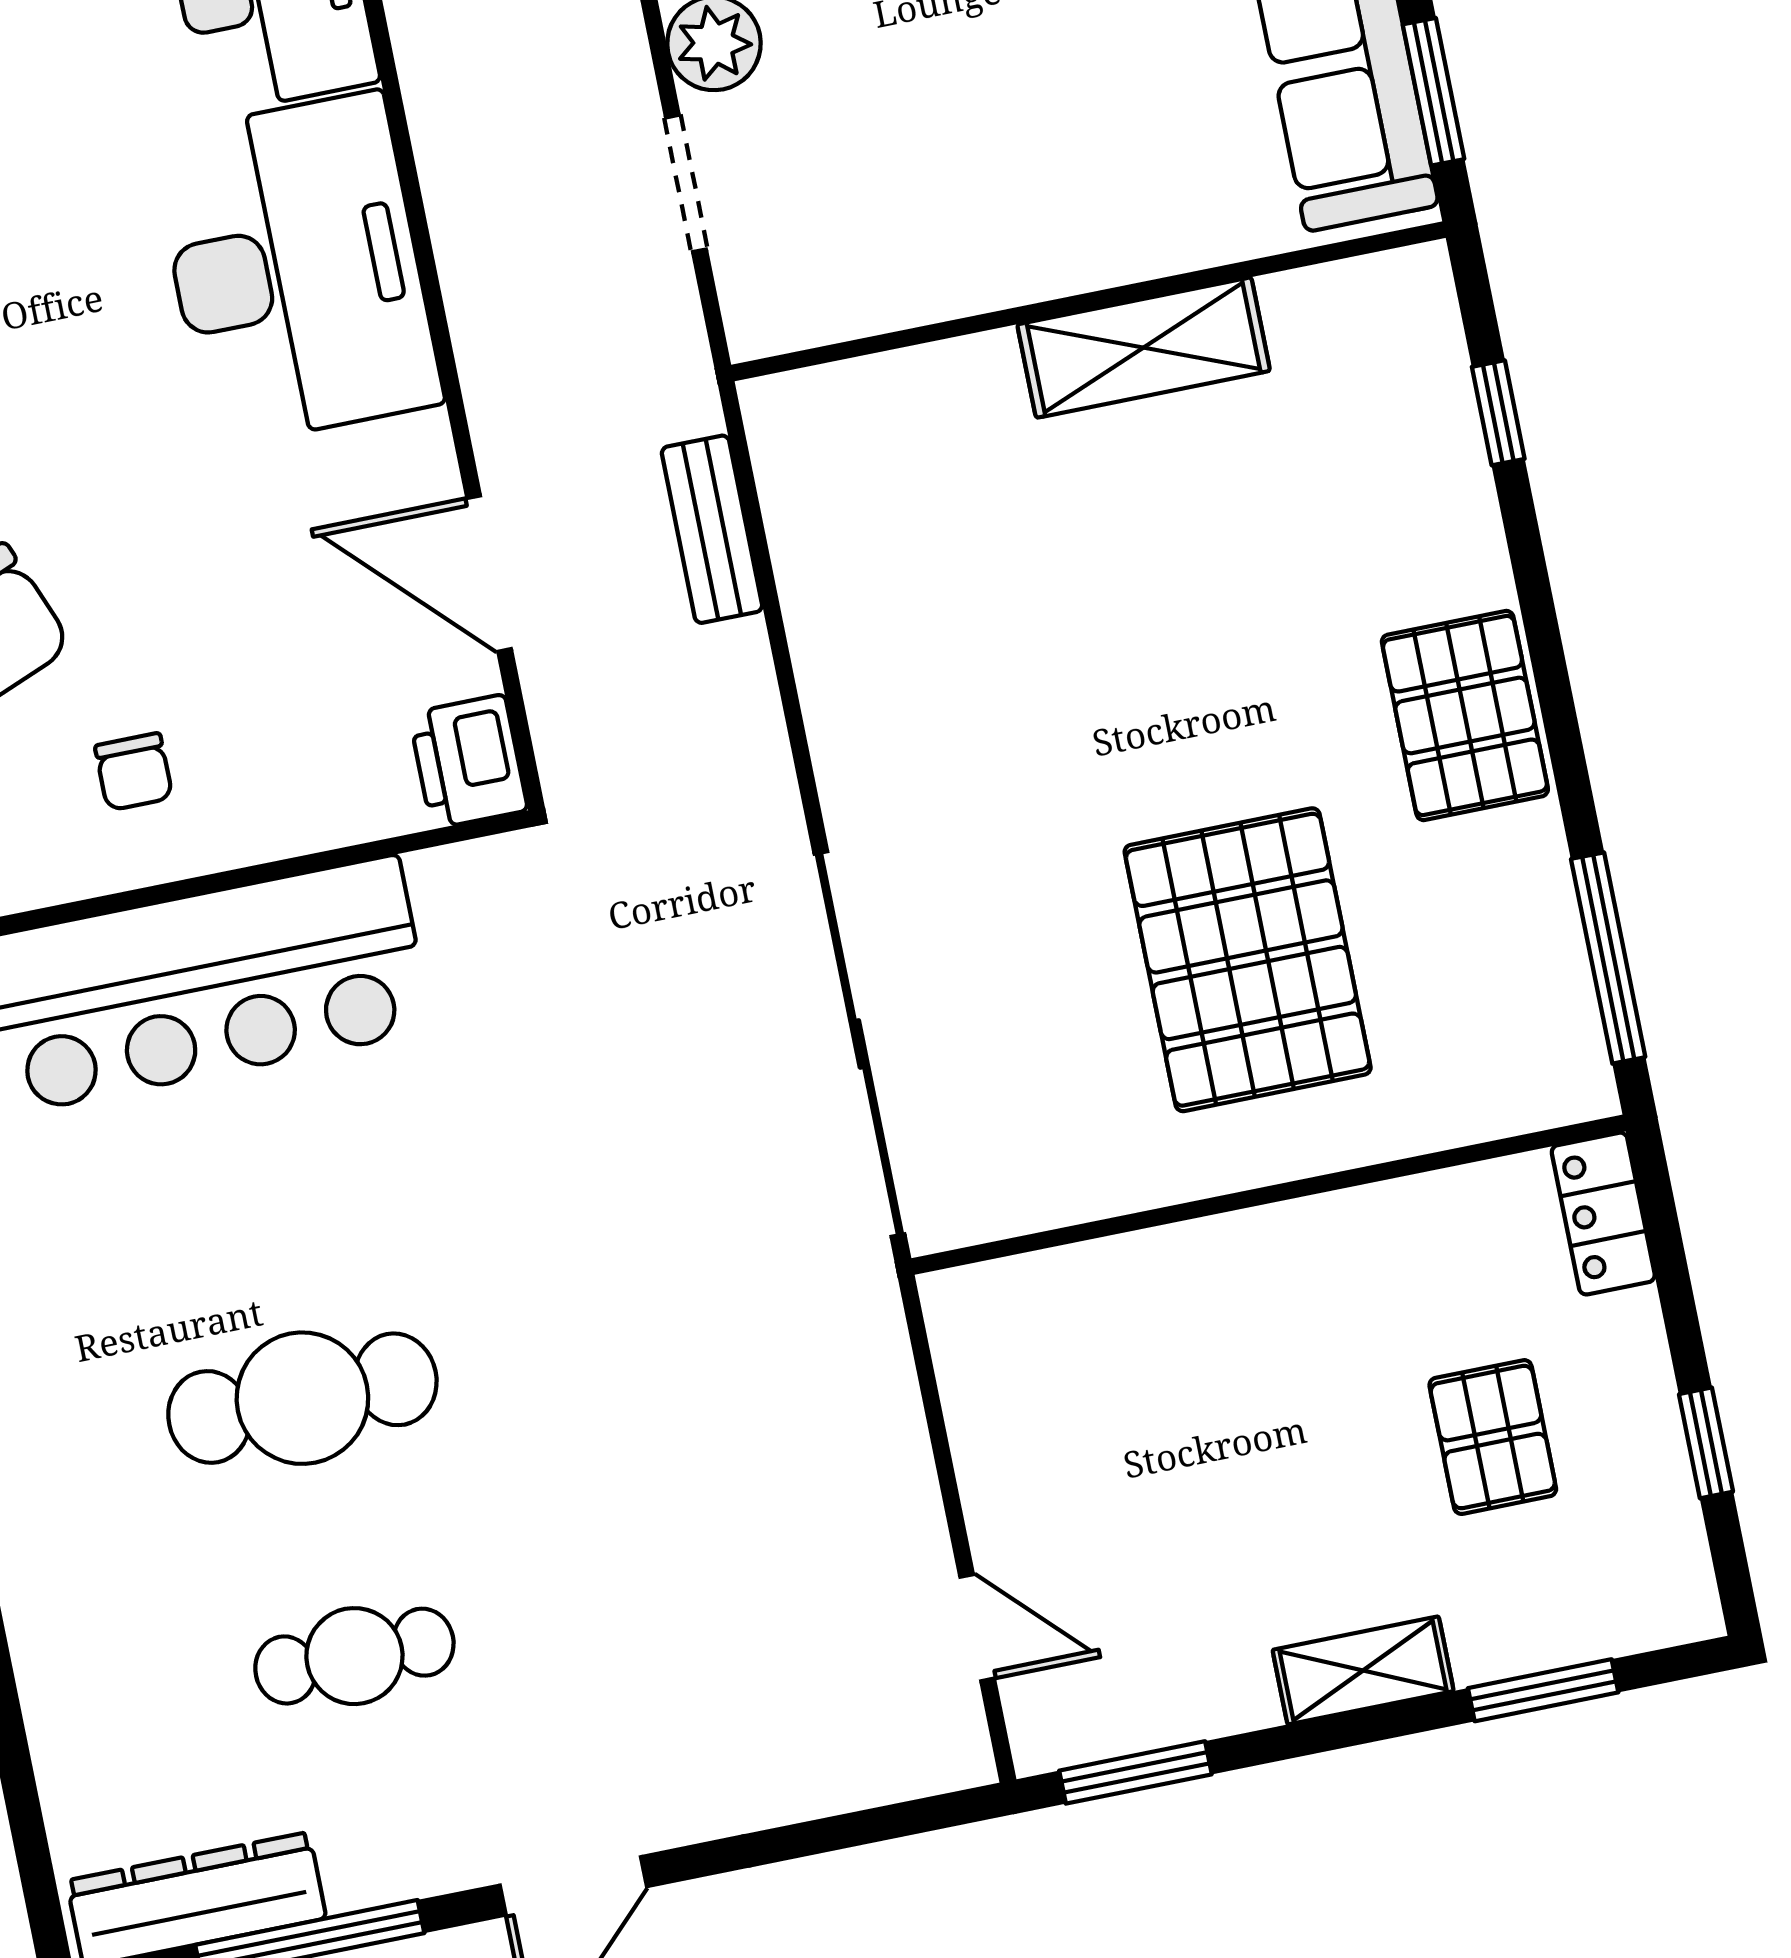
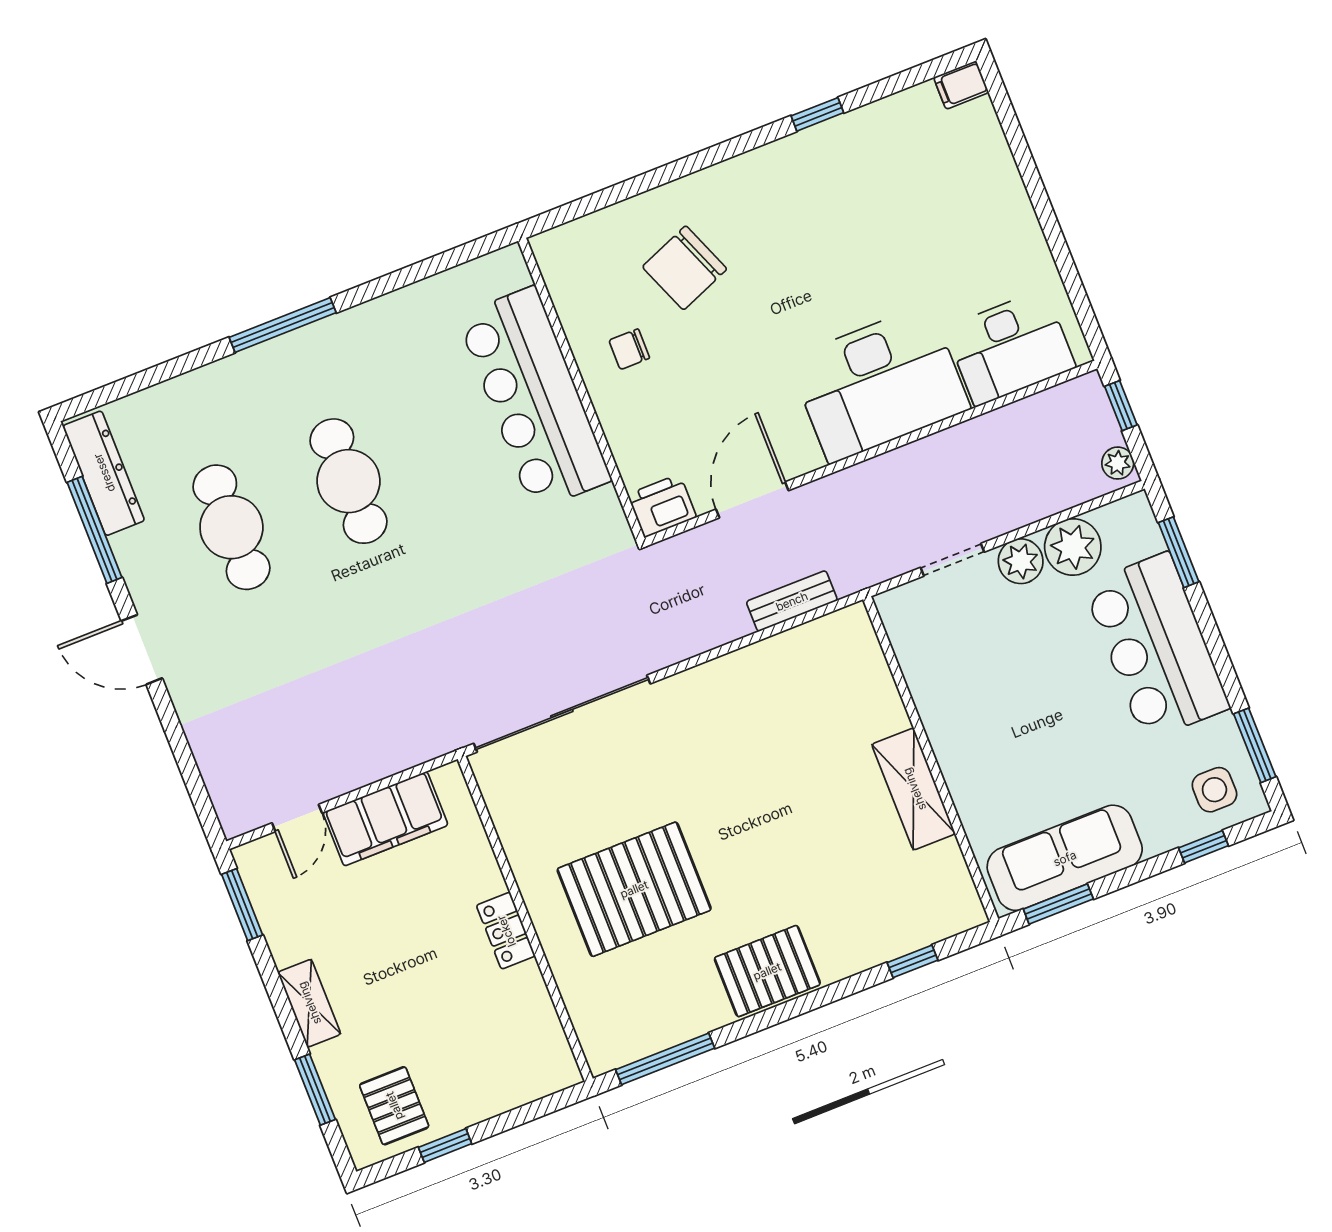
locker: (1603, 1214) -> (506, 931), moved, turned -90
pallet: (1493, 1437) -> (394, 1106), moved, turned 90
filing cabinet: (1011, 1446) -> (385, 819), added
cafe table: (354, 1656) -> (231, 527), width x1.37, depth x1.35

